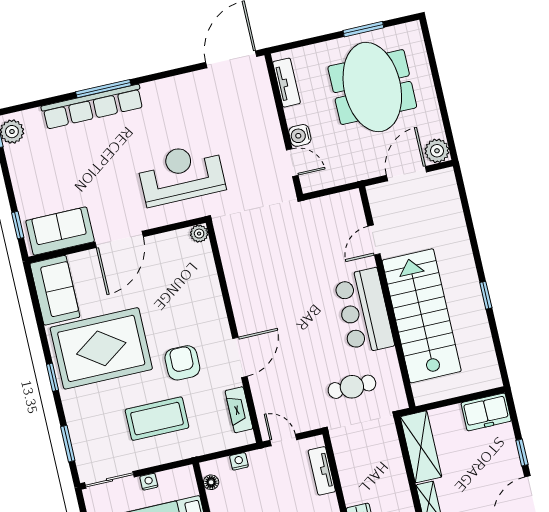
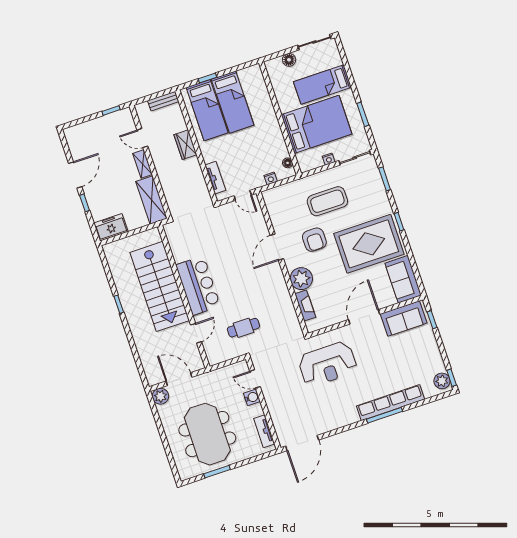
door: (407, 174) -> (179, 379), swing flipped
plant: (199, 234) -> (301, 279), moved, width x1.88, depth x1.88
cafe table: (352, 387) -> (243, 328), moved
fireplace: (239, 410) -> (305, 305), moved

